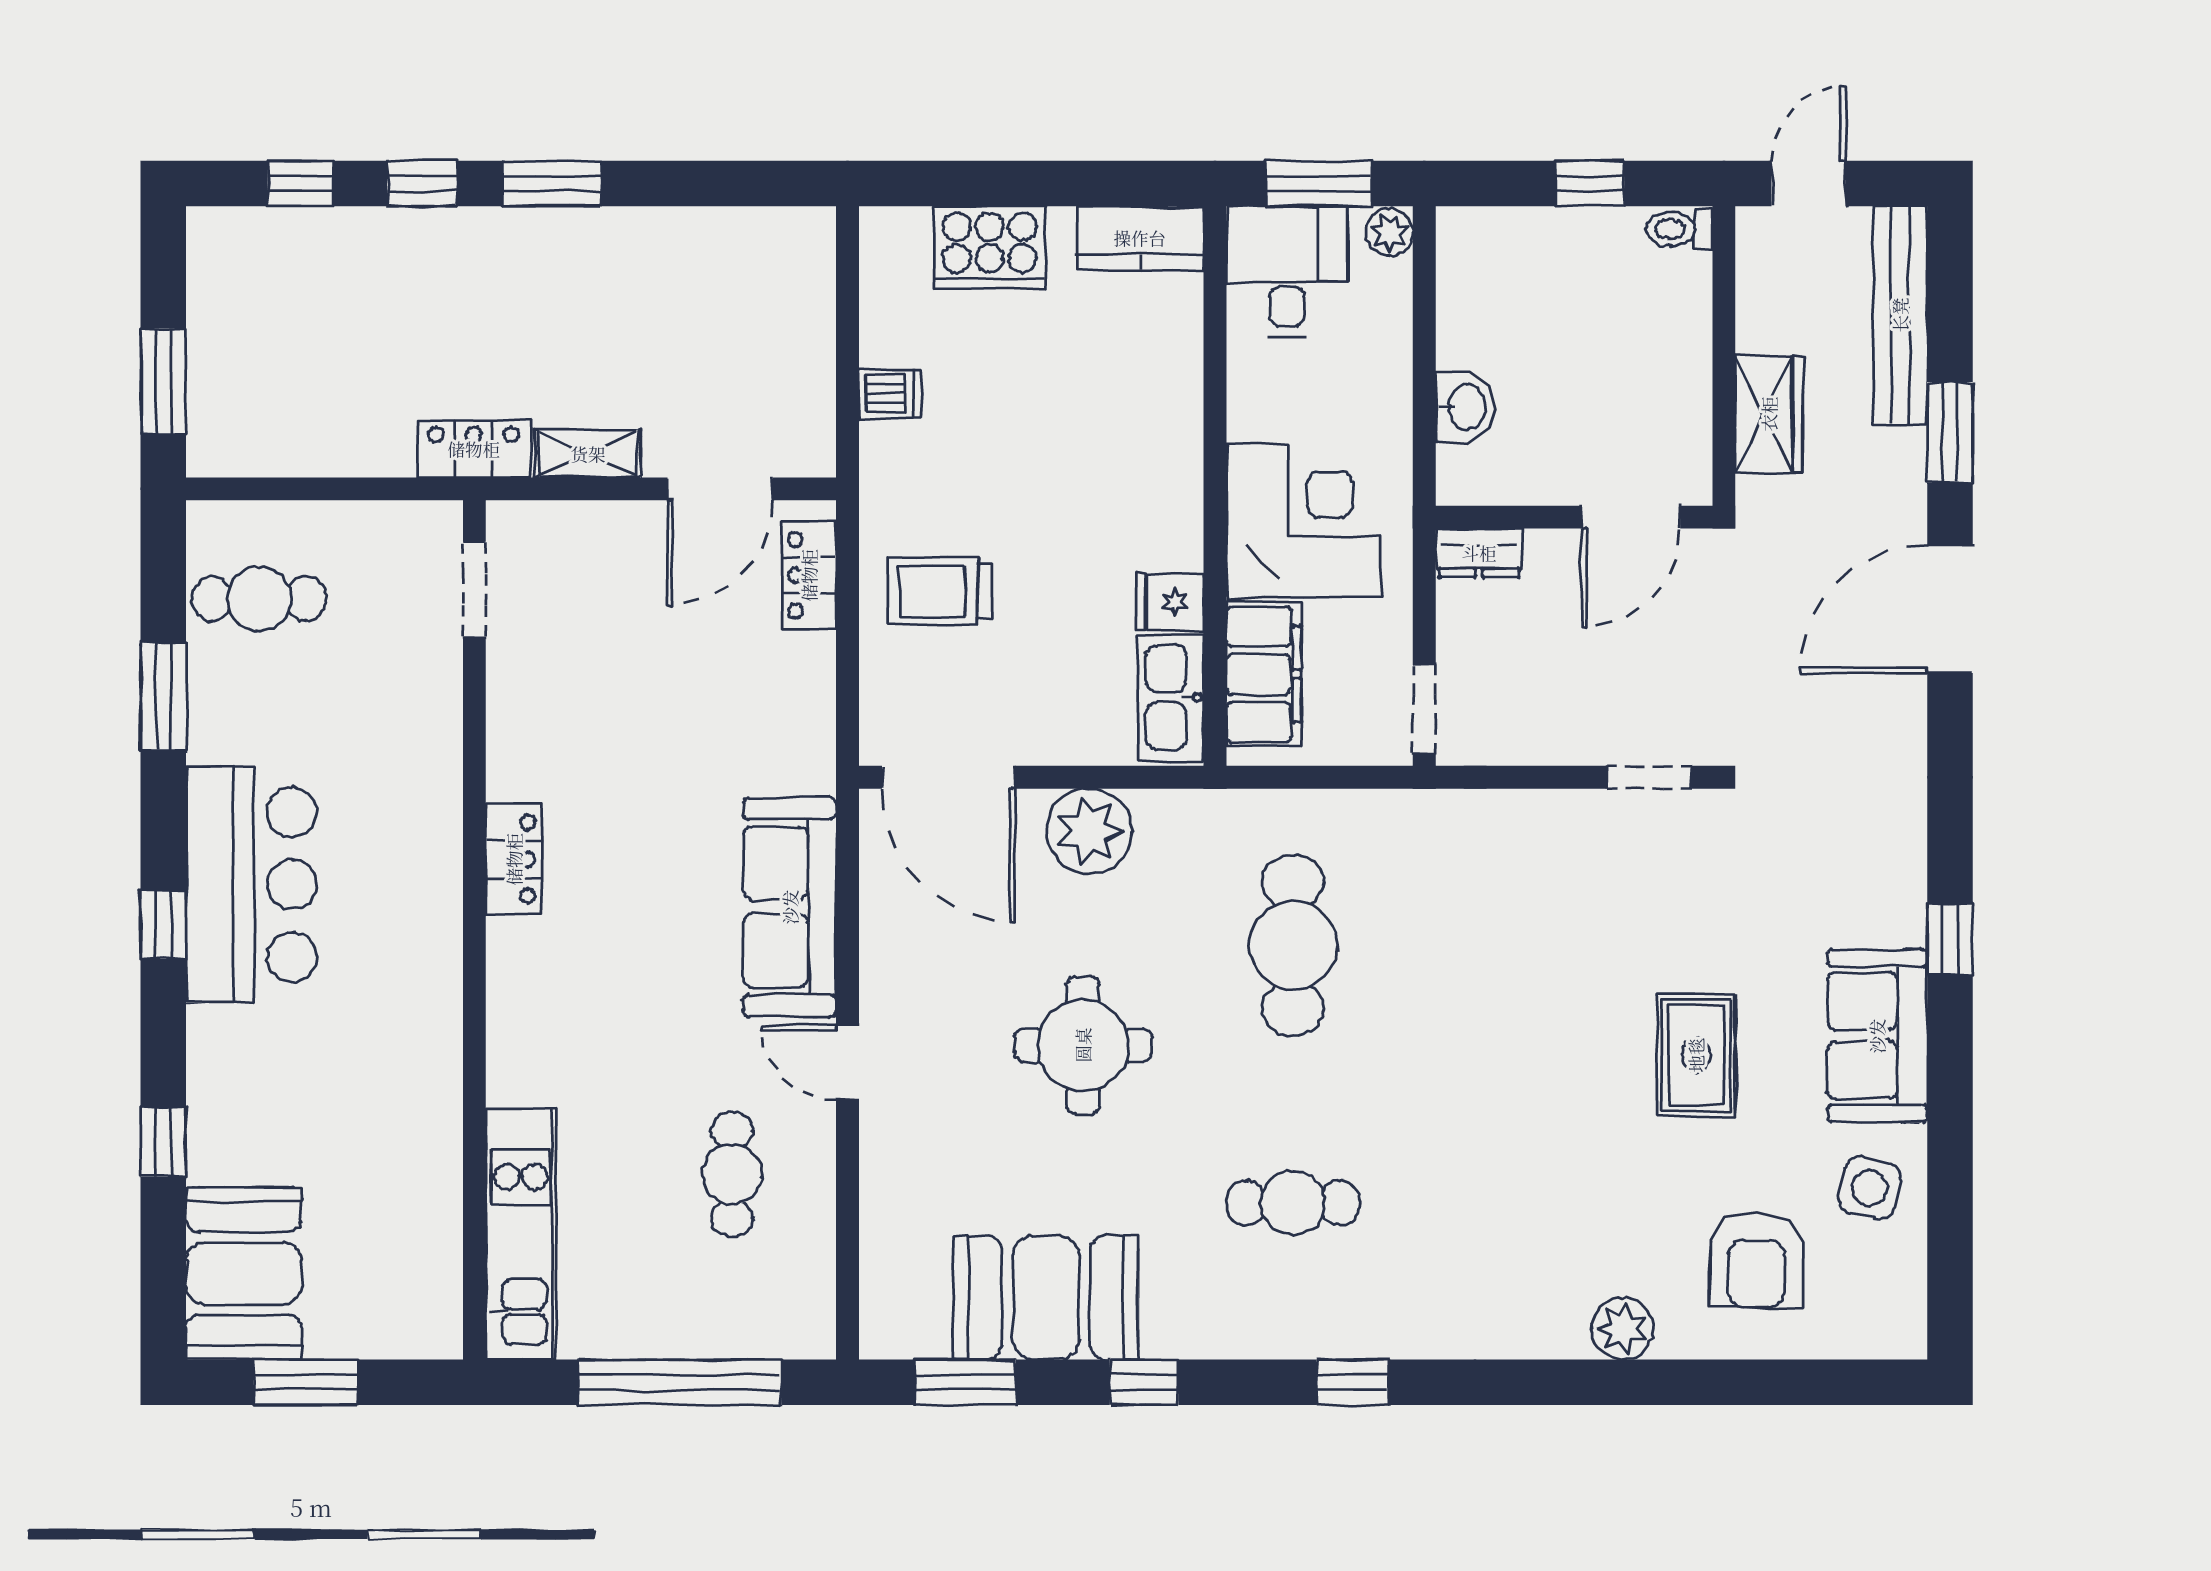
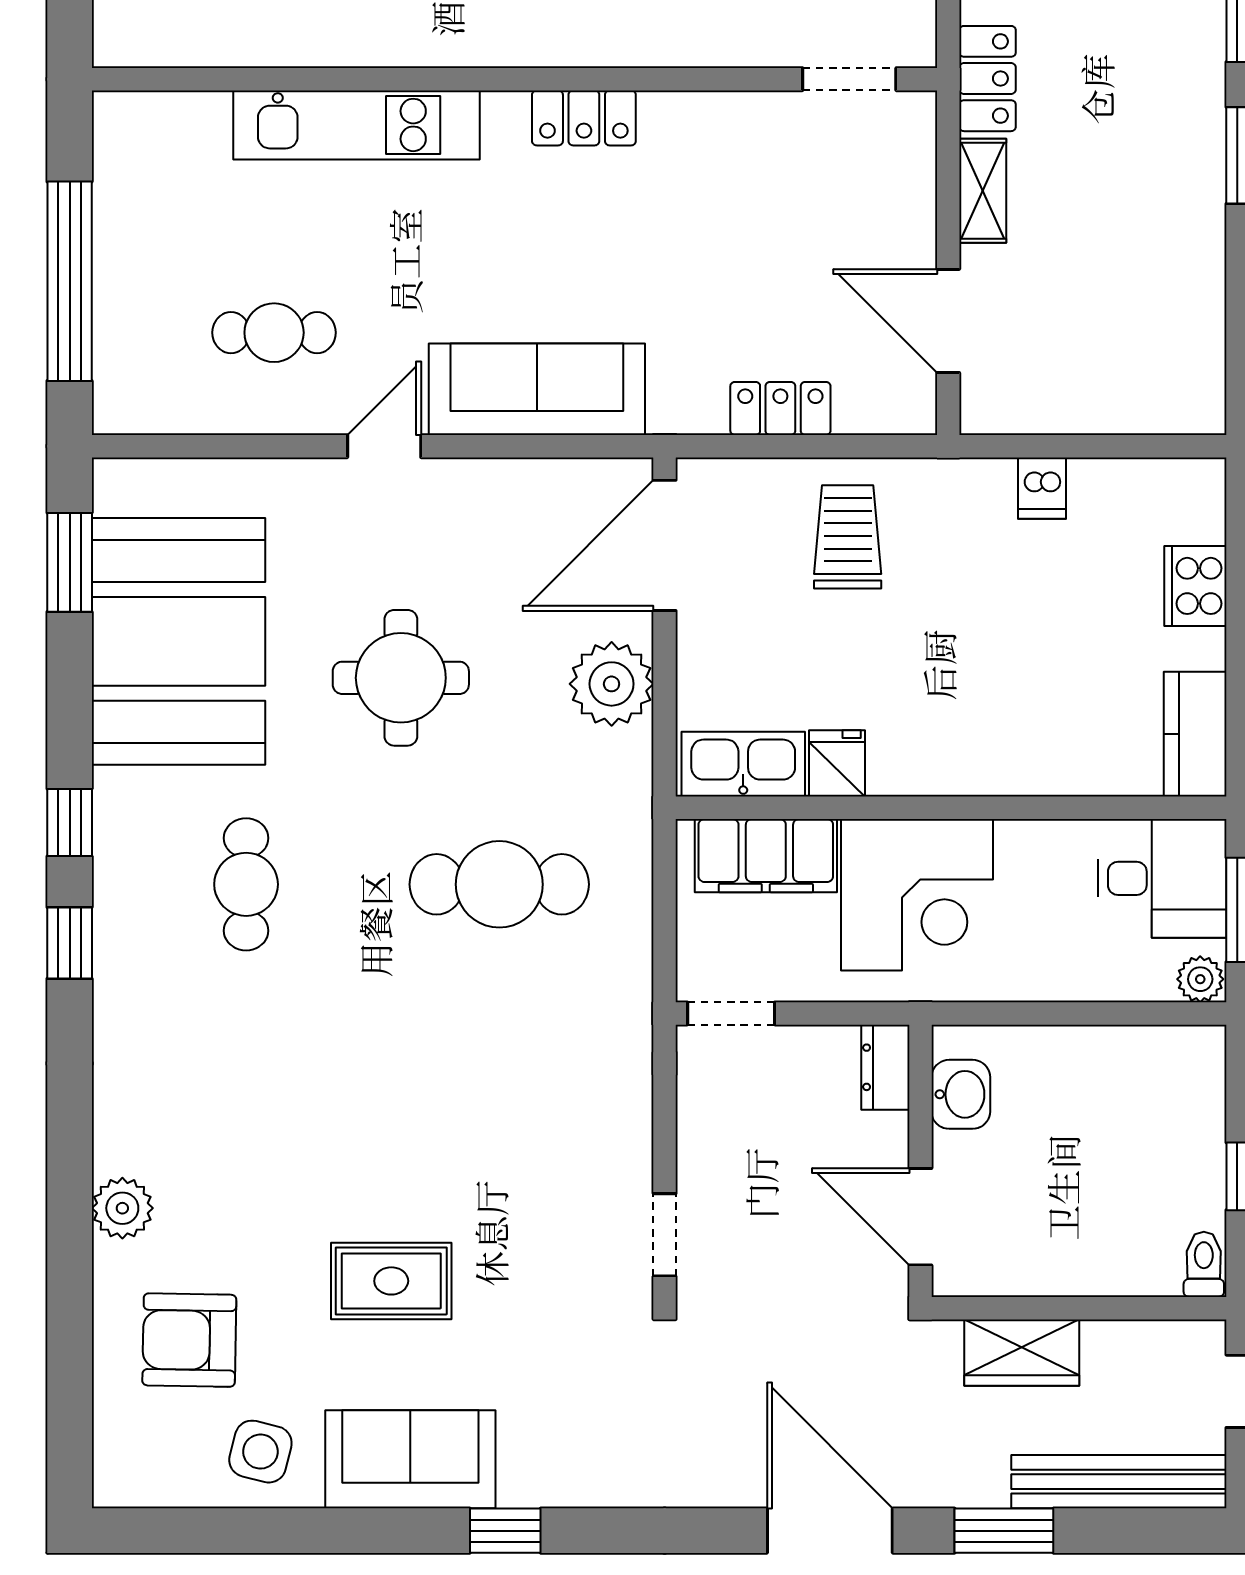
cooker: (990, 247) -> (1195, 586), width x0.73, depth x0.76
washbasin: (1465, 407) -> (961, 1094), moved, turned -90
locker: (809, 575) -> (780, 408), moved
kitchen unit: (521, 1234) -> (357, 125), moved
booth: (1046, 1298) -> (178, 641), width x1.36, depth x1.42
window: (1144, 1382) -> (70, 823), moved

